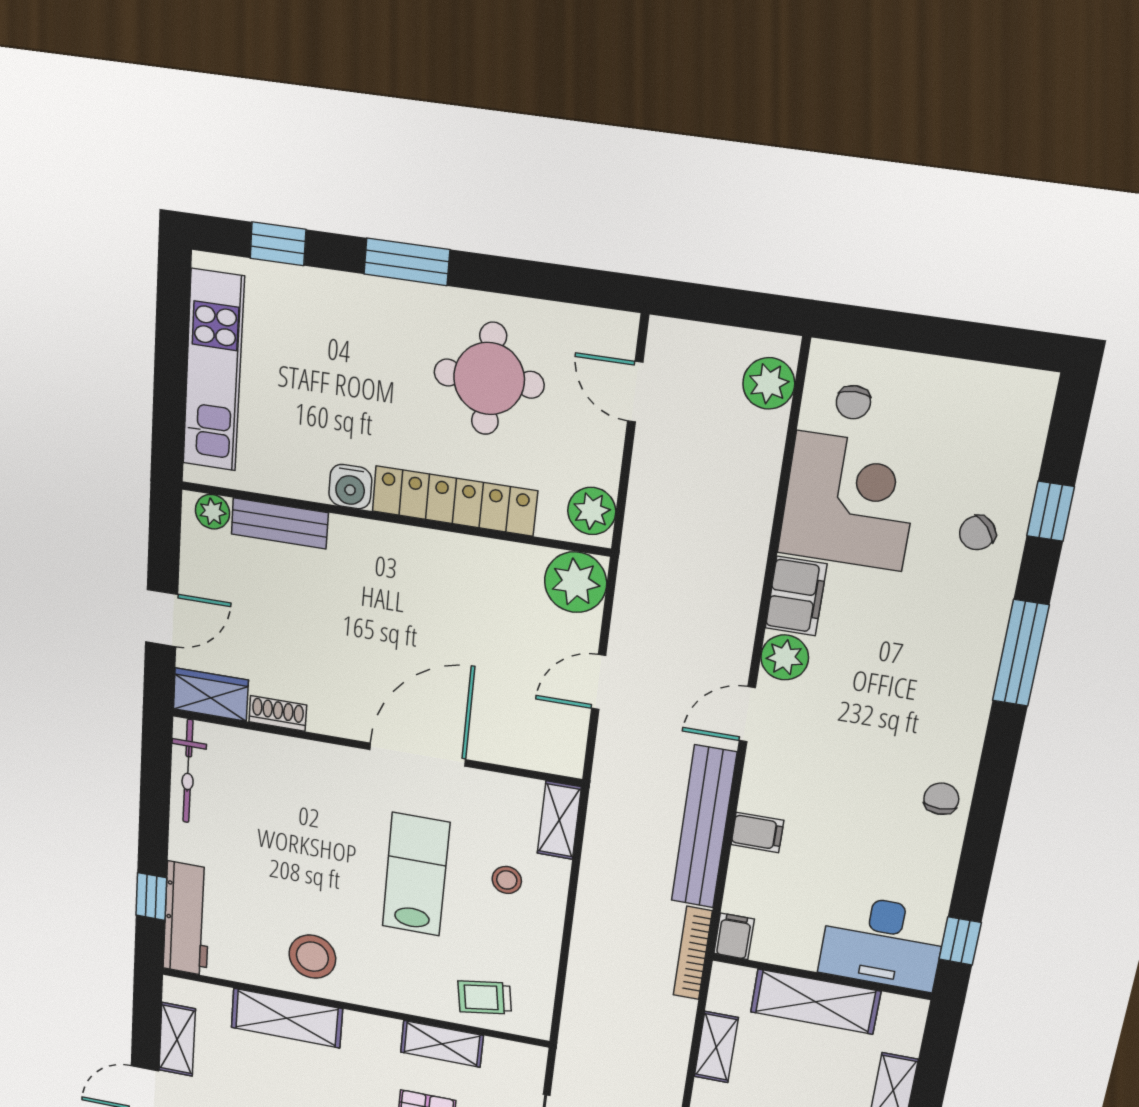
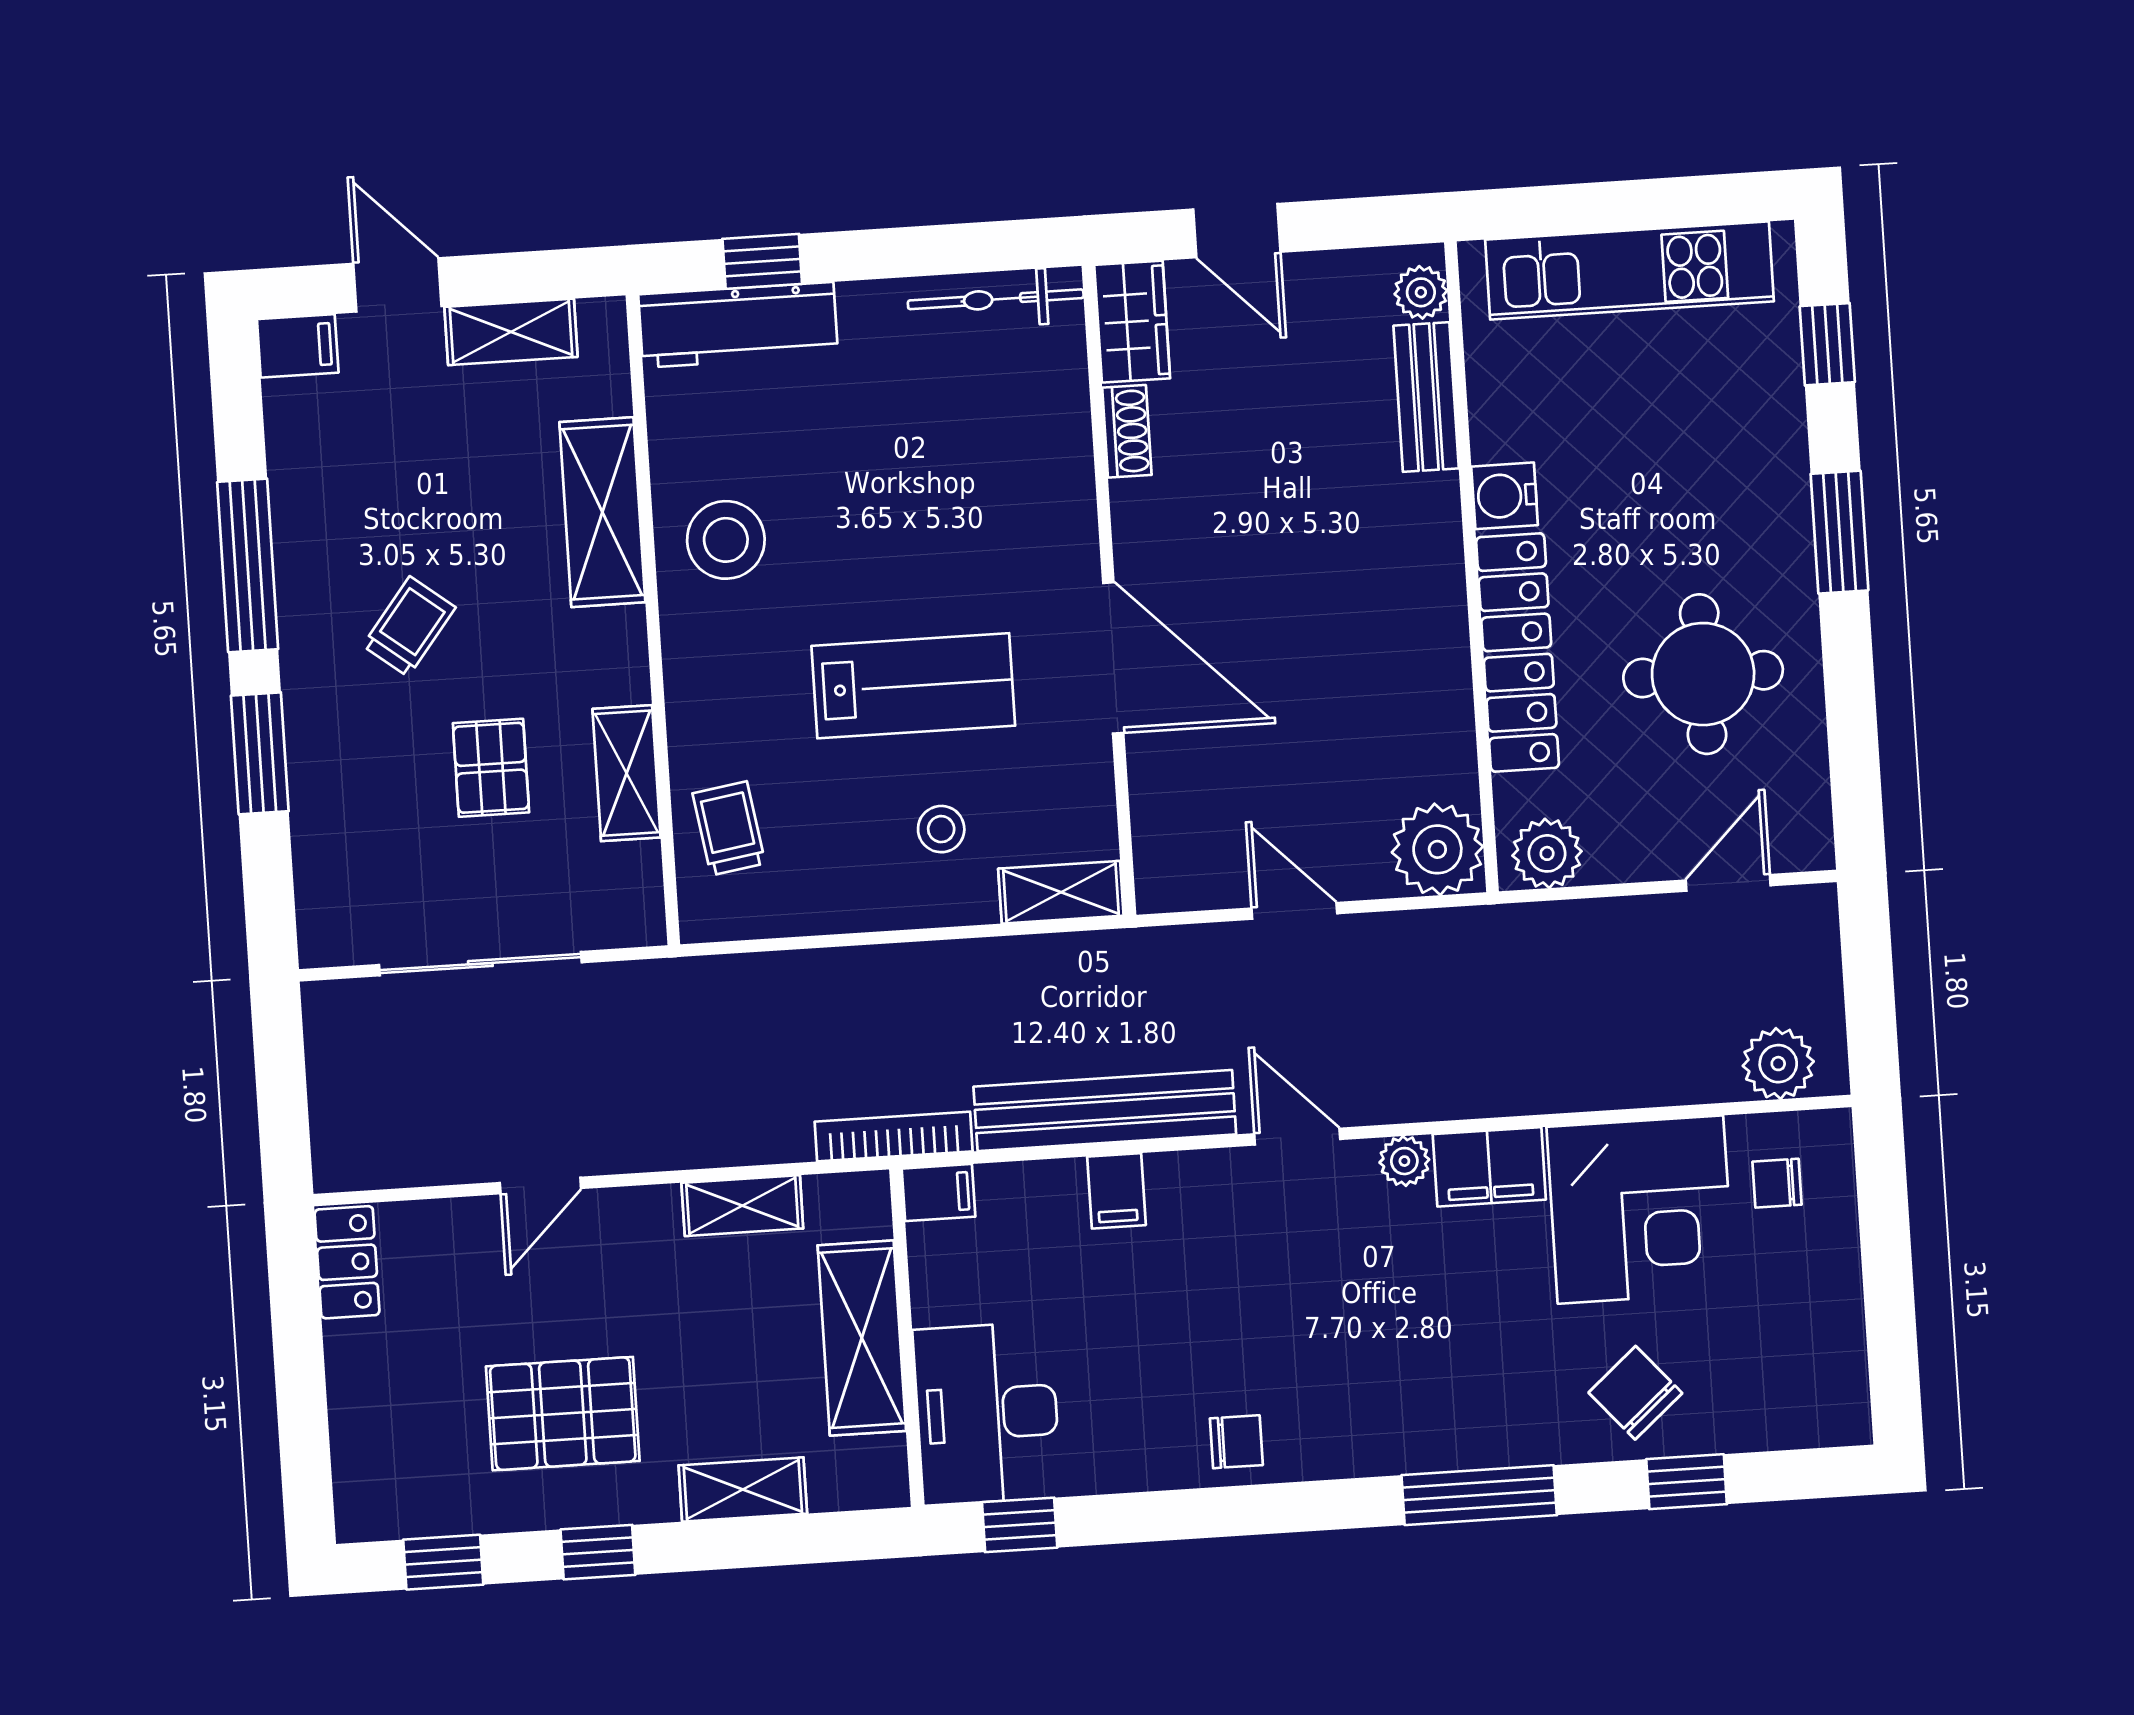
chair: (977, 533) -> (1635, 1393), width x1.37, depth x1.37
plant: (785, 657) -> (1404, 1161), width x0.73, depth x0.73

